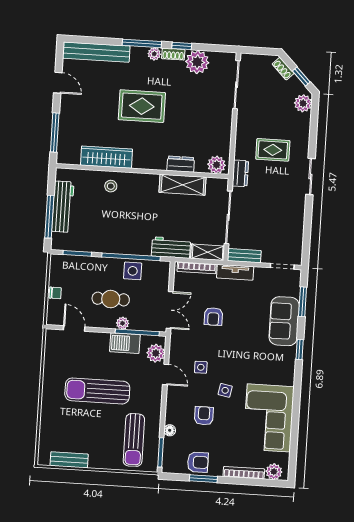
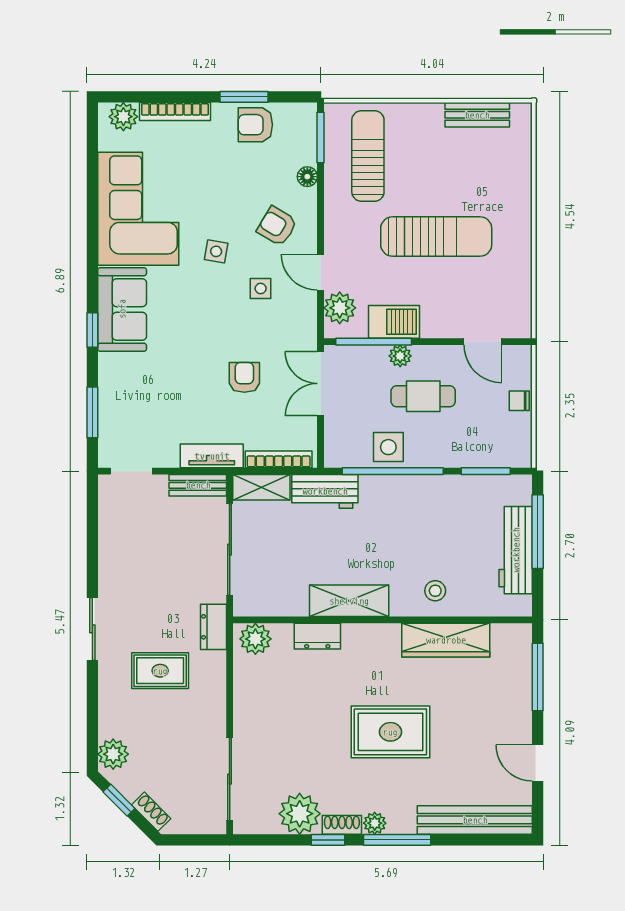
shelving: (183, 185) -> (349, 601), moved
sofa: (284, 321) -> (122, 309), moved
armchair: (204, 416) -> (277, 226), moved, turned 121

